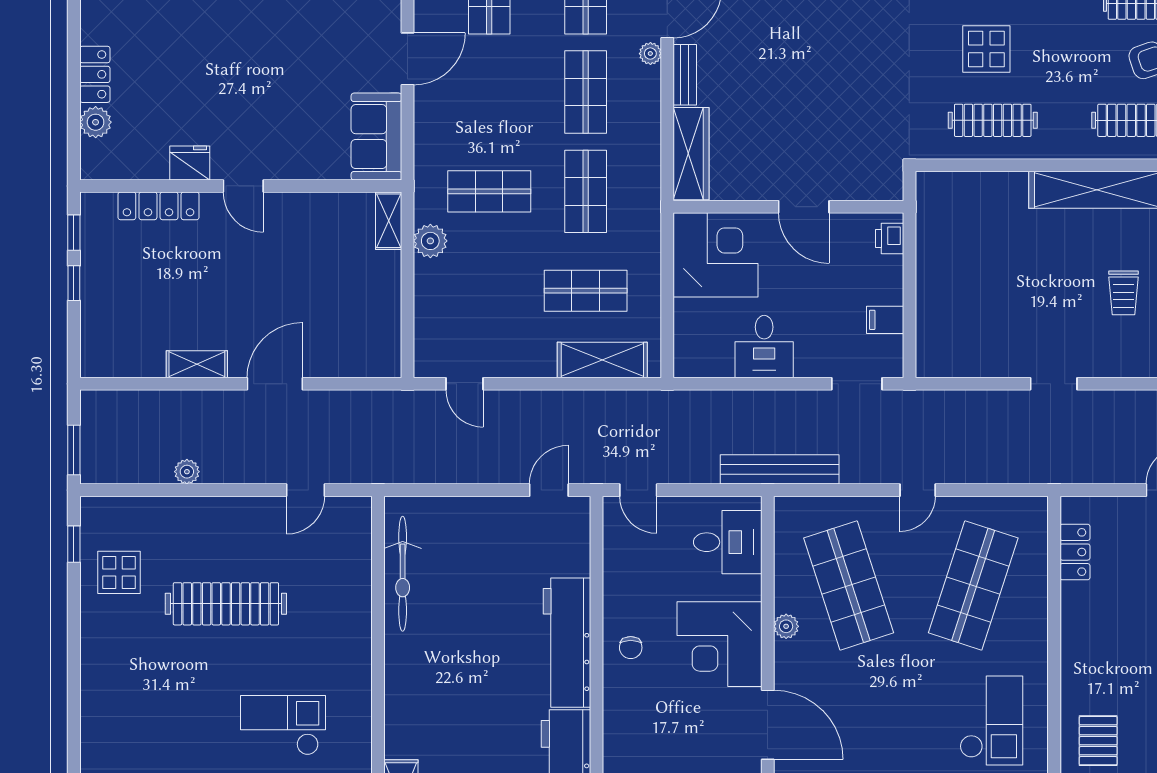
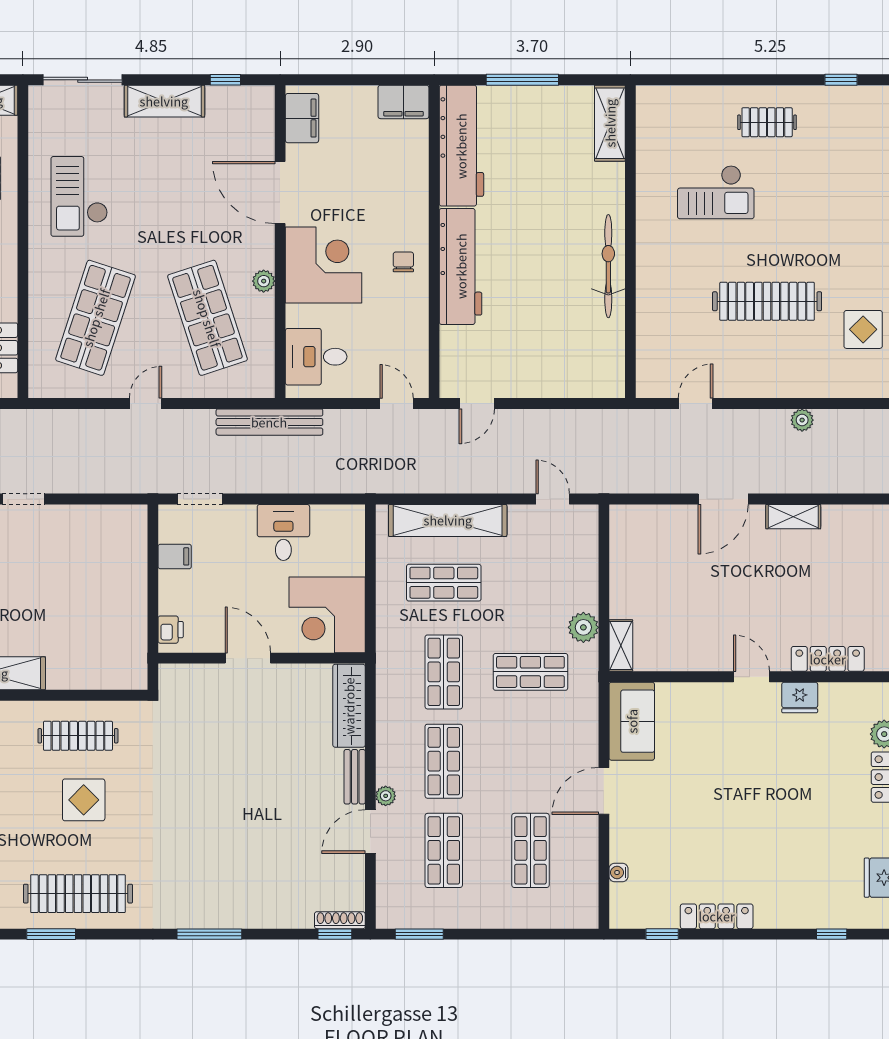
shelving: (602, 360) -> (448, 520), width x1.47
bicycle: (403, 574) -> (608, 266), moved

